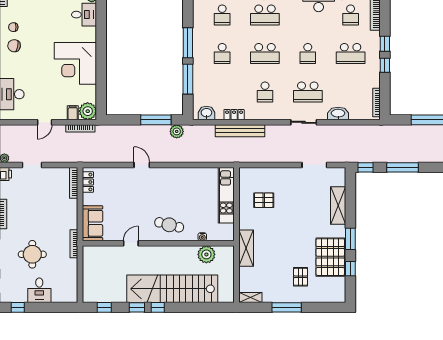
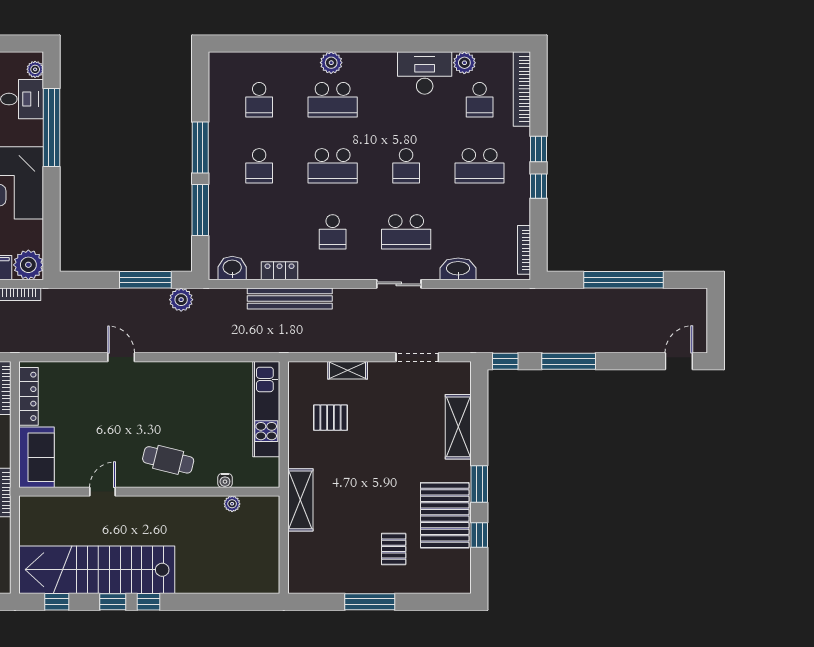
window: (101, 31) -> (52, 127), added
locker: (88, 182) -> (29, 396), width x1.53
plant: (206, 254) -> (232, 504), width x0.53, depth x0.53
stairs: (172, 289) -> (97, 570), moved
shelving: (250, 297) -> (348, 370), moved

